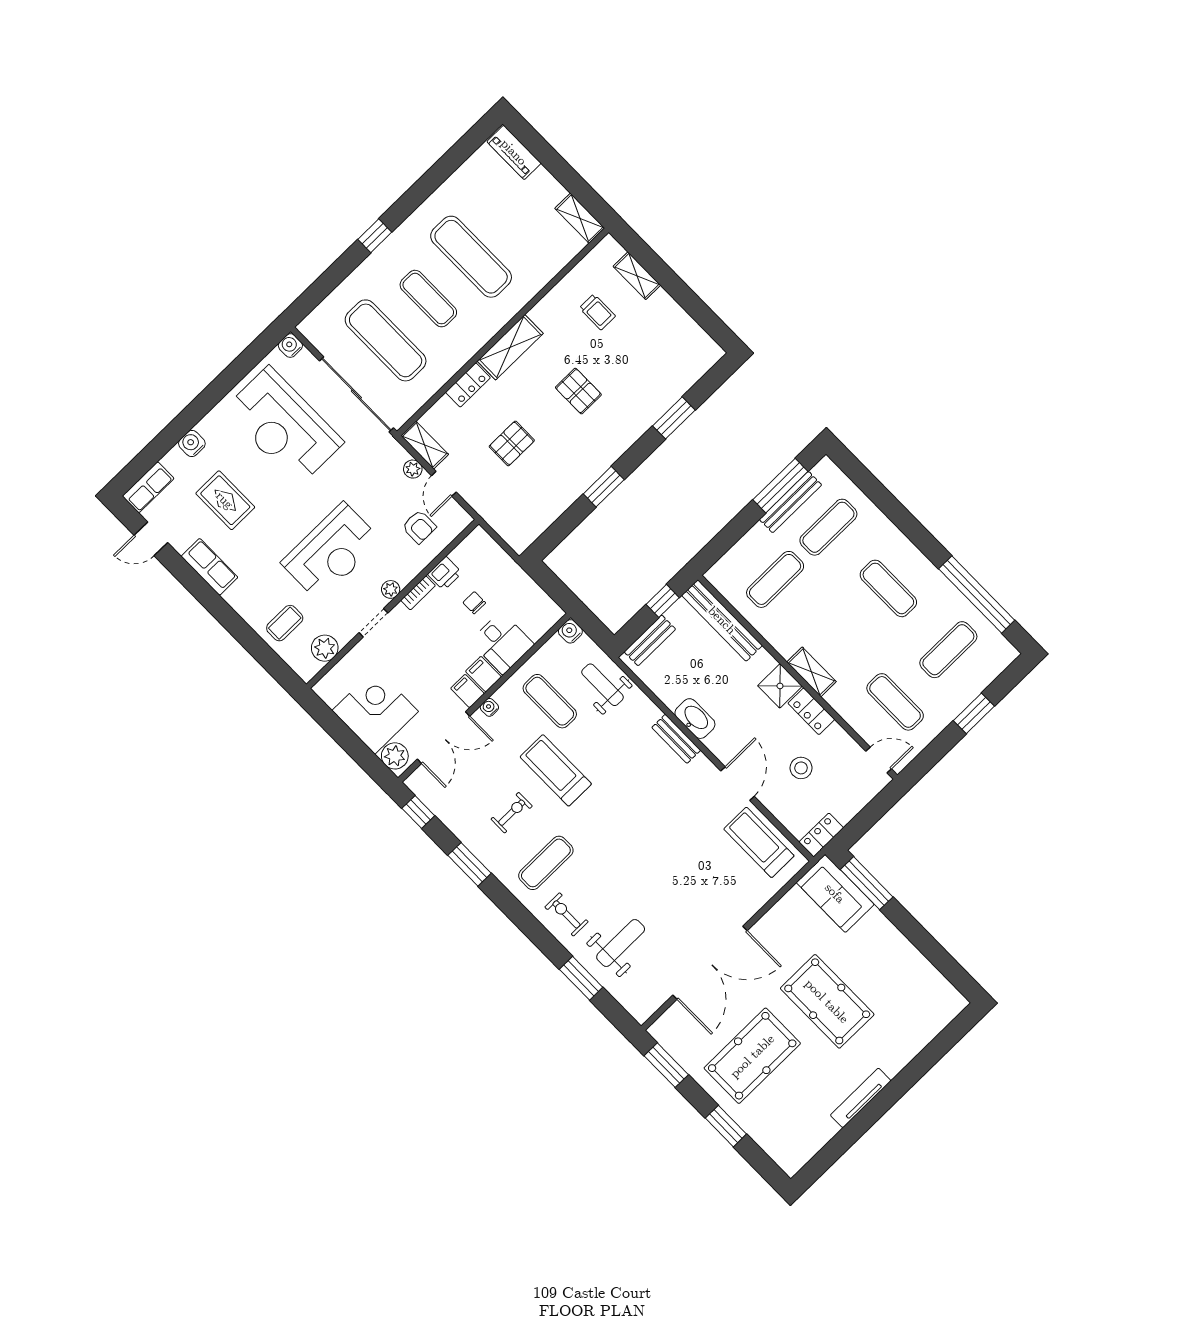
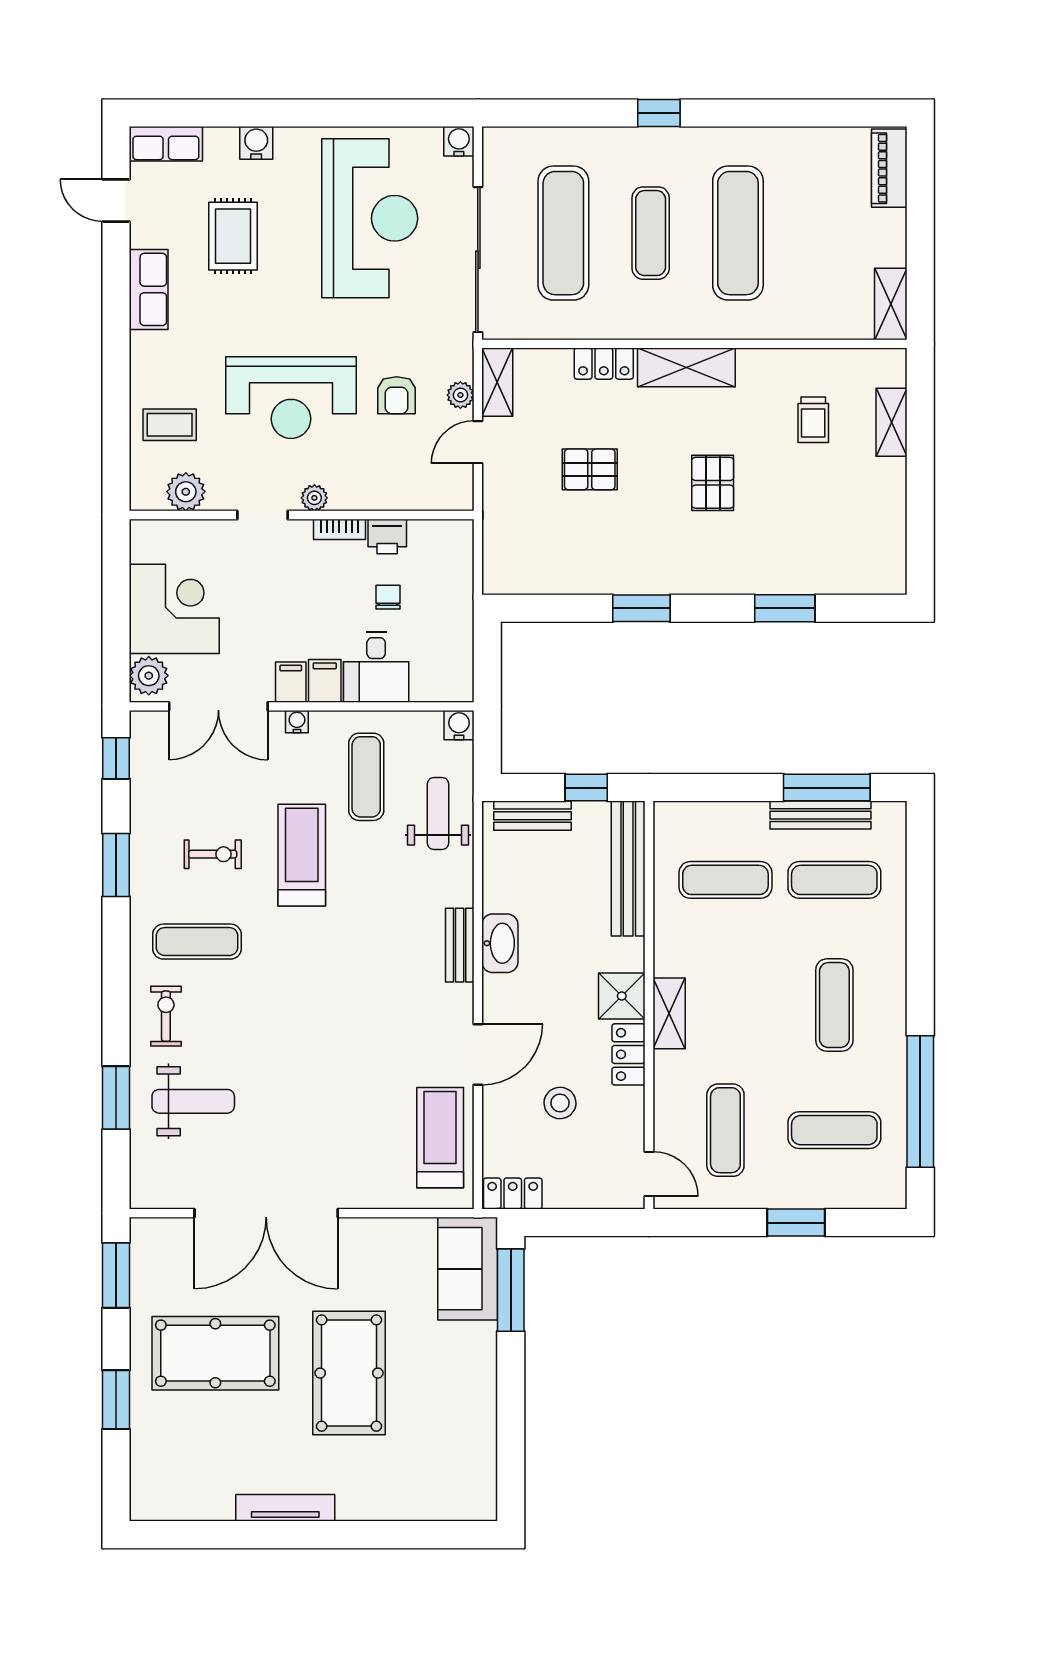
reception desk: (284, 426) -> (370, 218), turned 180
armchair: (419, 527) -> (397, 395), moved

